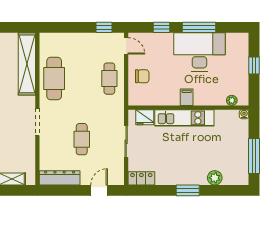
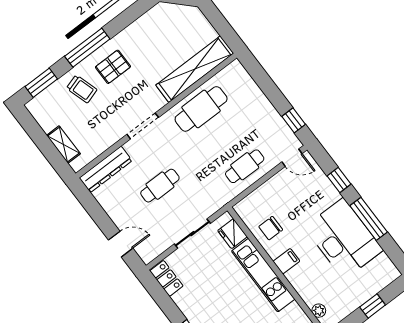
door: (126, 46) -> (292, 158), hinge flipped
chair: (142, 76) -> (271, 228), moved, turned 90
dresser: (60, 178) -> (106, 169), moved, turned 90

